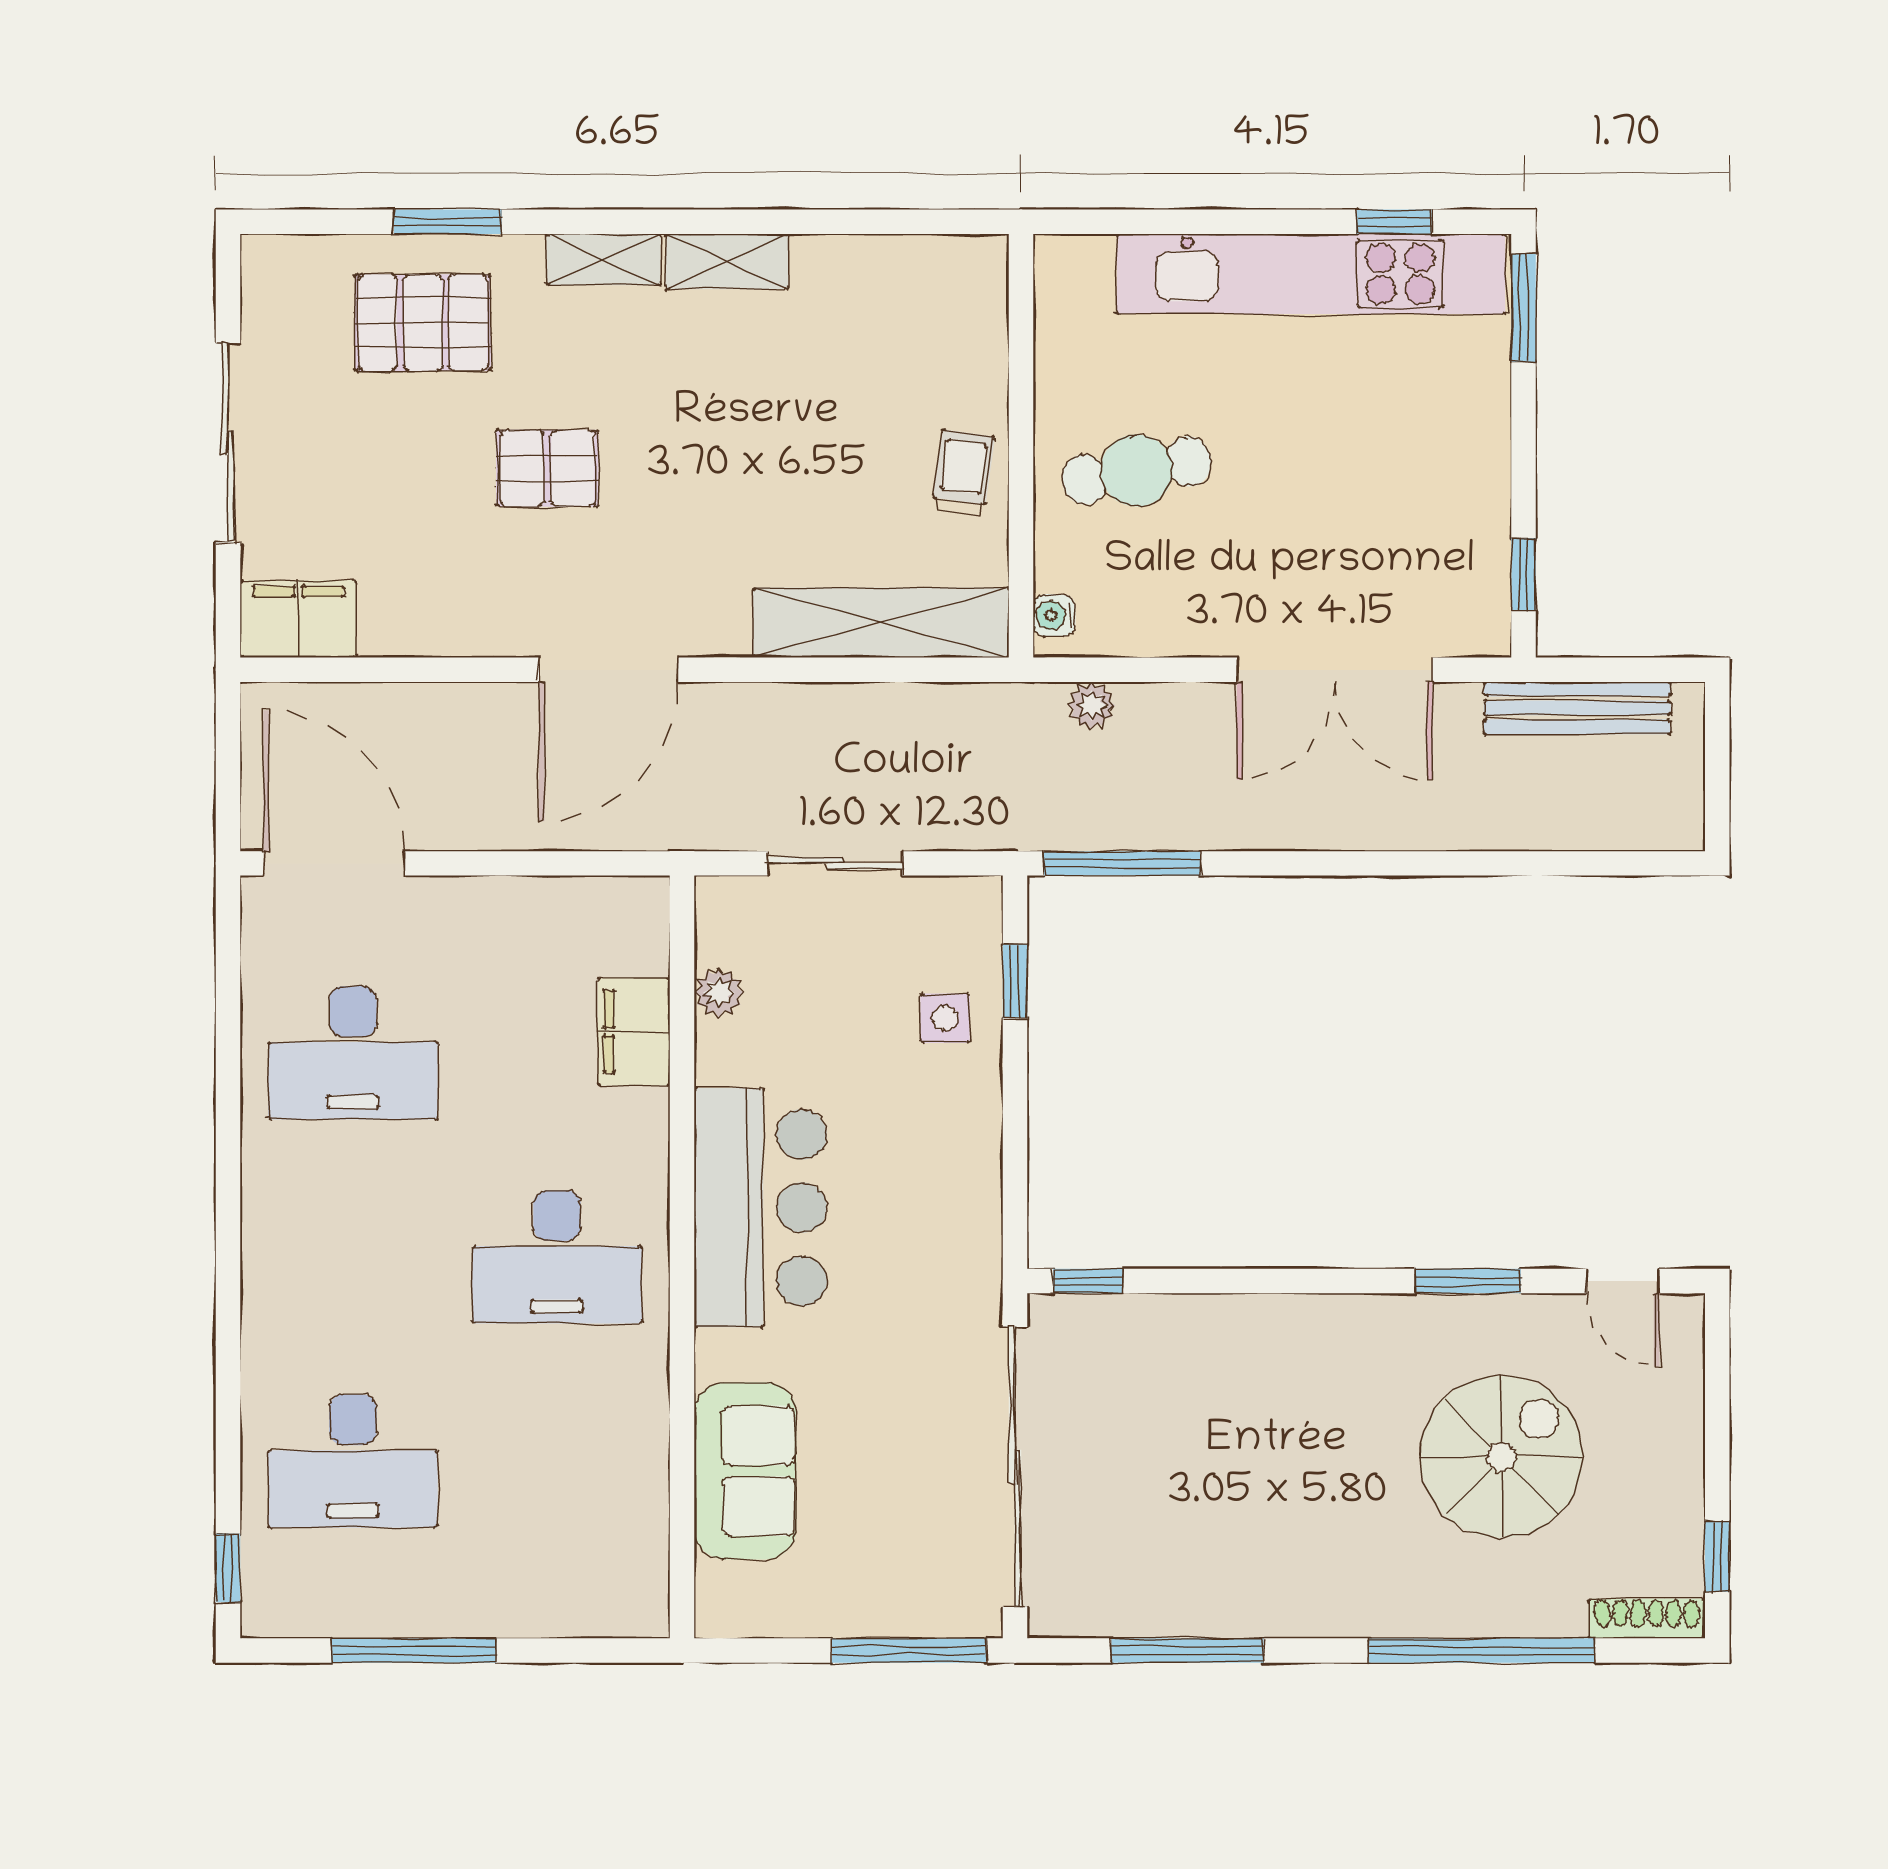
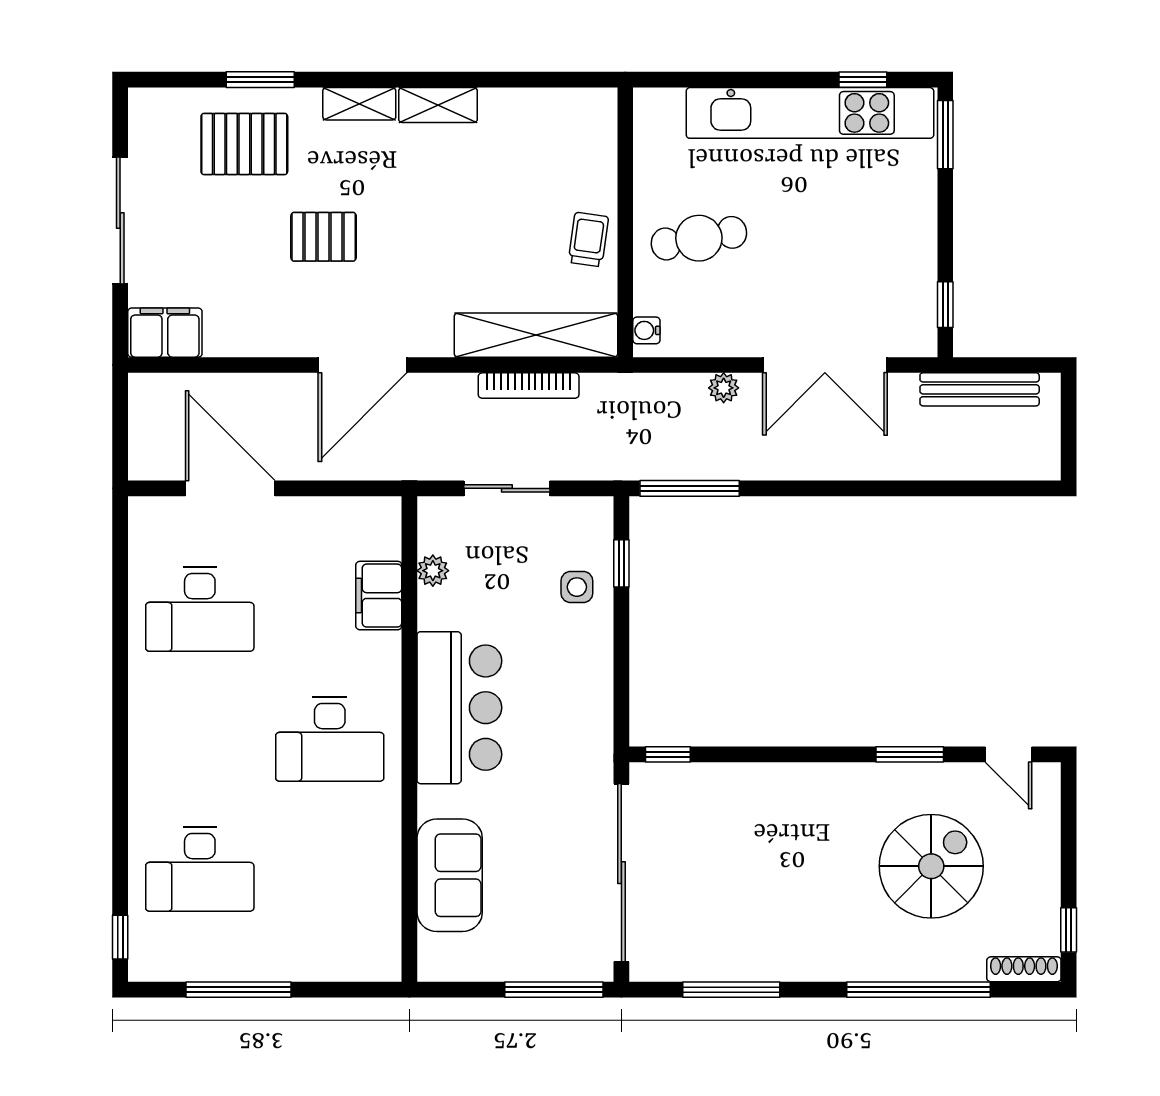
bookcase: (869, 702) -> (529, 386), added
plant: (1091, 705) -> (724, 388), moved
door: (334, 863) -> (230, 488), moved

